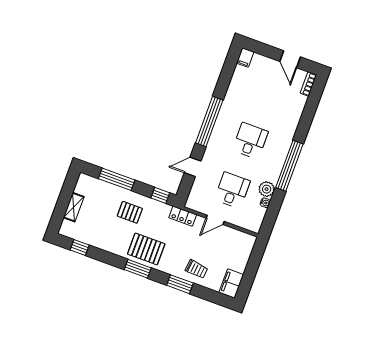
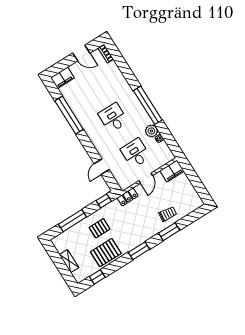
filing cabinet: (245, 58) -> (63, 78), width x2.00
window: (209, 121) -> (69, 115), moved
pallet: (146, 249) -> (106, 253), moved
filing cabinet: (231, 284) -> (172, 171), moved, turned -90

